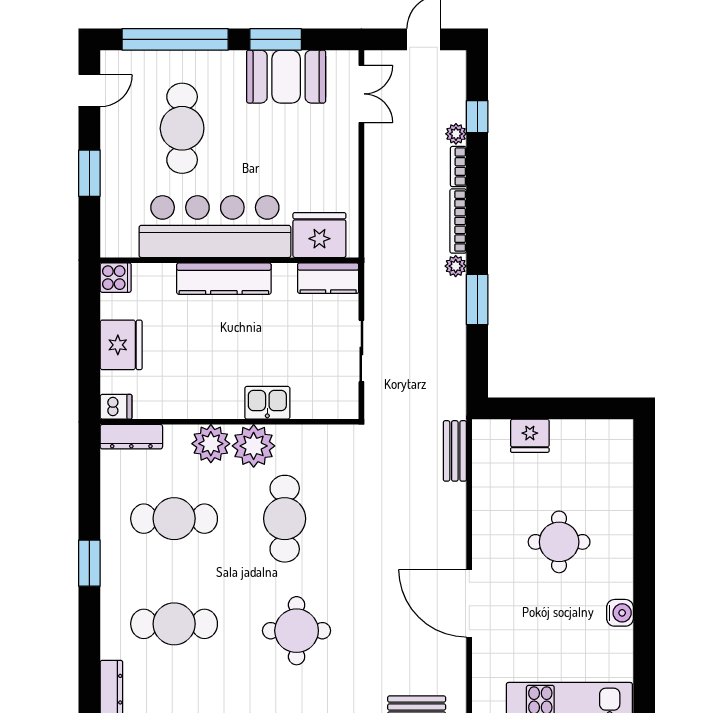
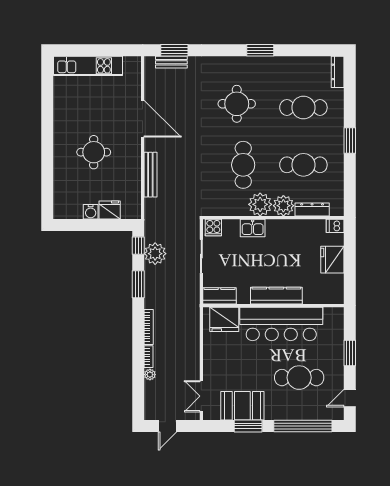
window: (477, 117) -> (138, 246), moved
cafe table: (182, 128) -> (299, 378), turned 90
plant: (456, 266) -> (155, 254), moved, width x1.88, depth x1.88
cooker: (116, 278) -> (213, 228), moved, turned -90
dresser: (131, 437) -> (312, 209), moved
bench: (455, 451) -> (150, 175), moved, width x1.36
water cooler: (620, 613) -> (91, 212), moved, turned -90

